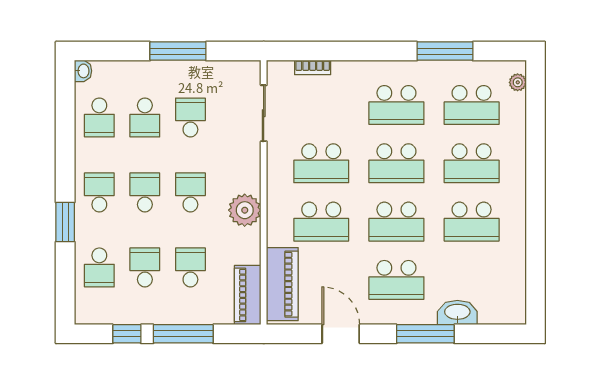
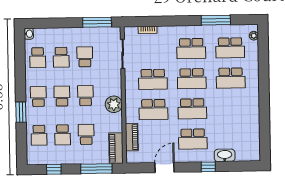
window: (178, 51) -> (97, 22), moved
school desk: (472, 222) -> (231, 108), removed
school desk: (145, 267) -> (63, 135), turned 180
piano: (282, 284) -> (132, 137), width x0.73, depth x0.75
window: (183, 334) -> (96, 169), moved
door: (341, 334) -> (164, 167), hinge flipped
window: (425, 334) -> (208, 167), width x0.46

